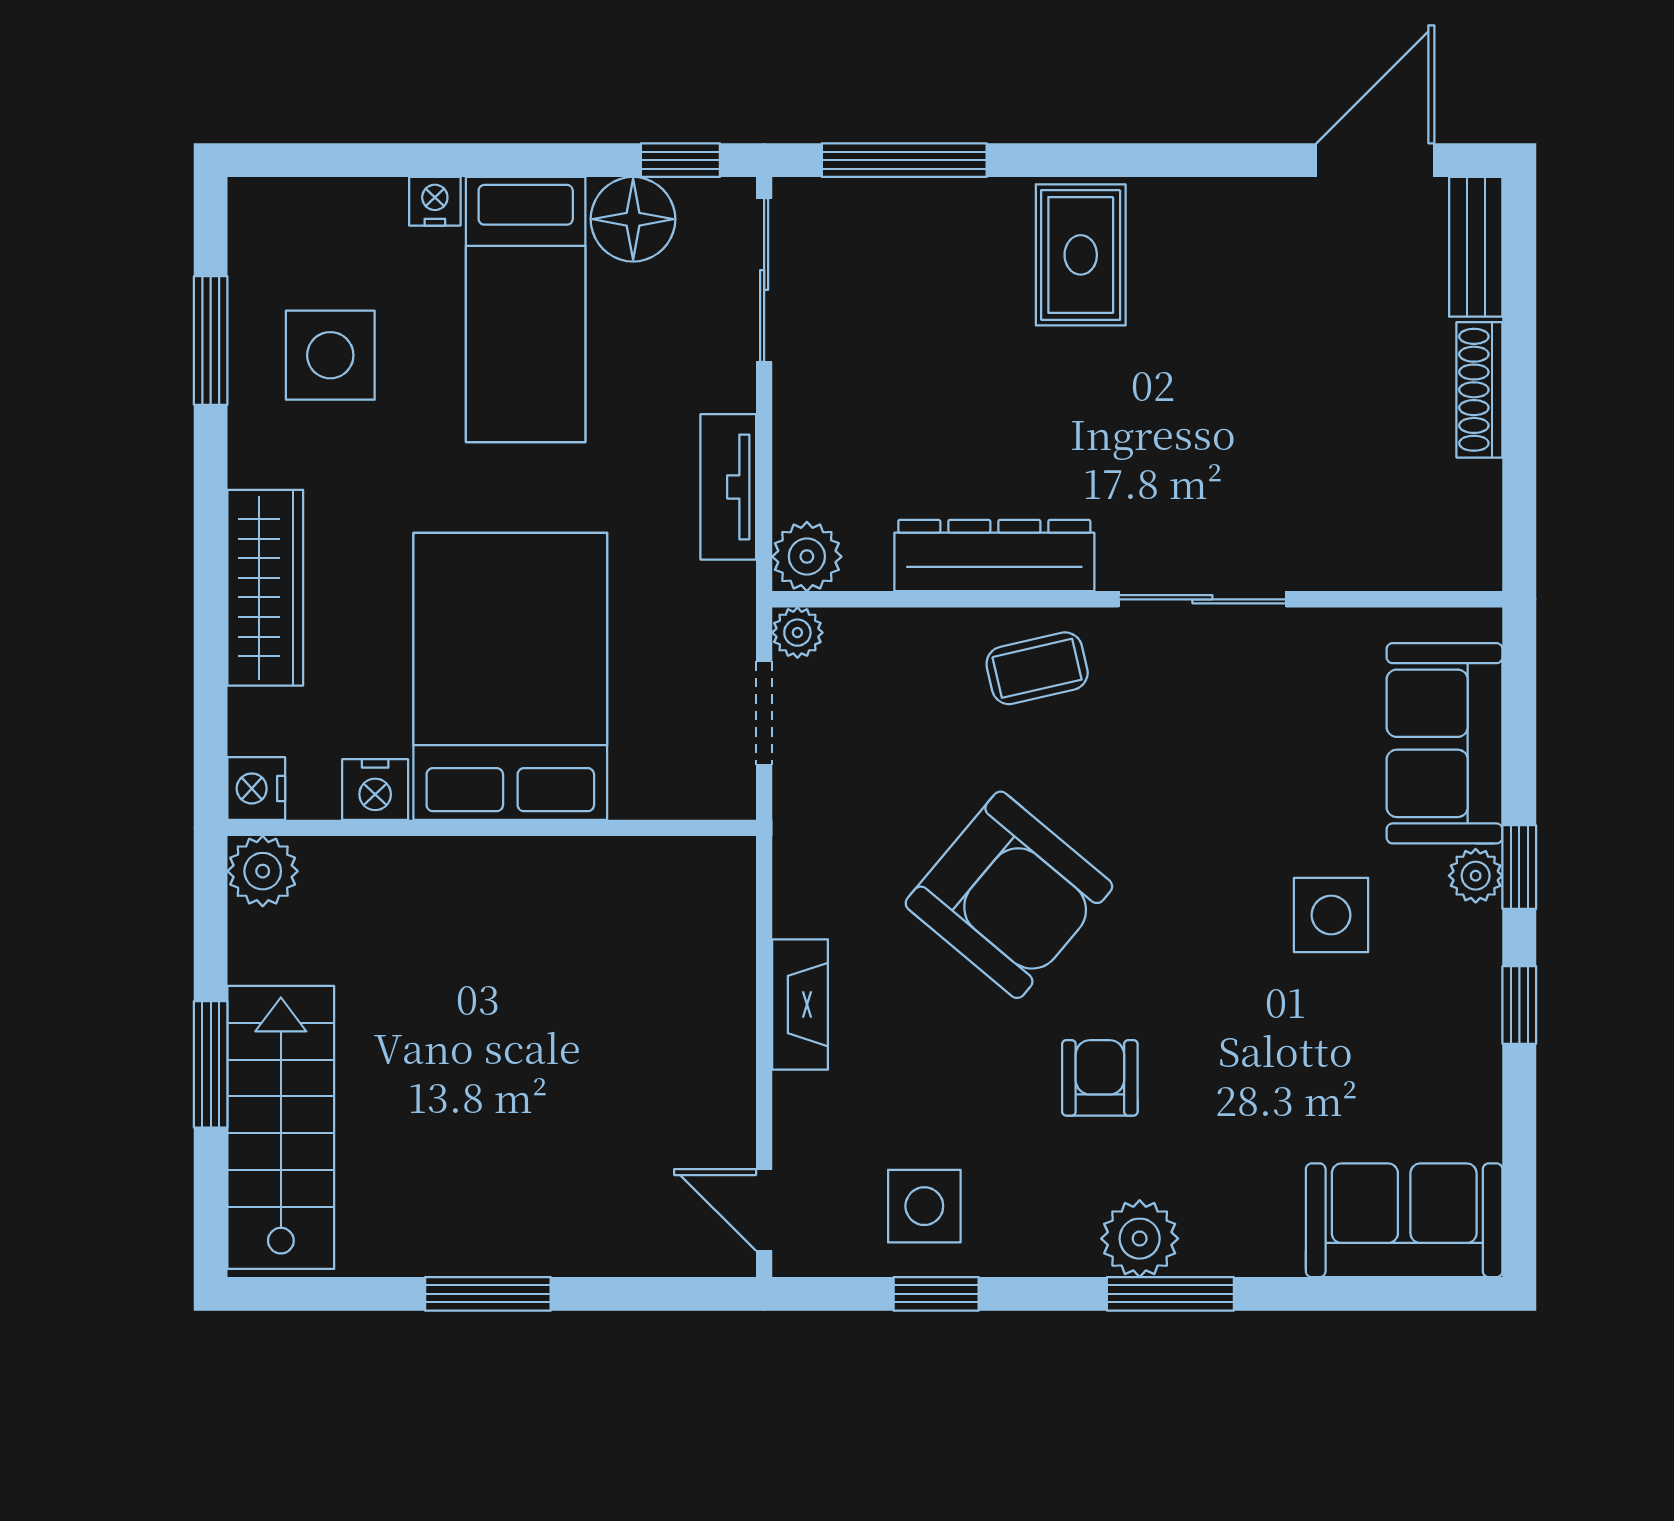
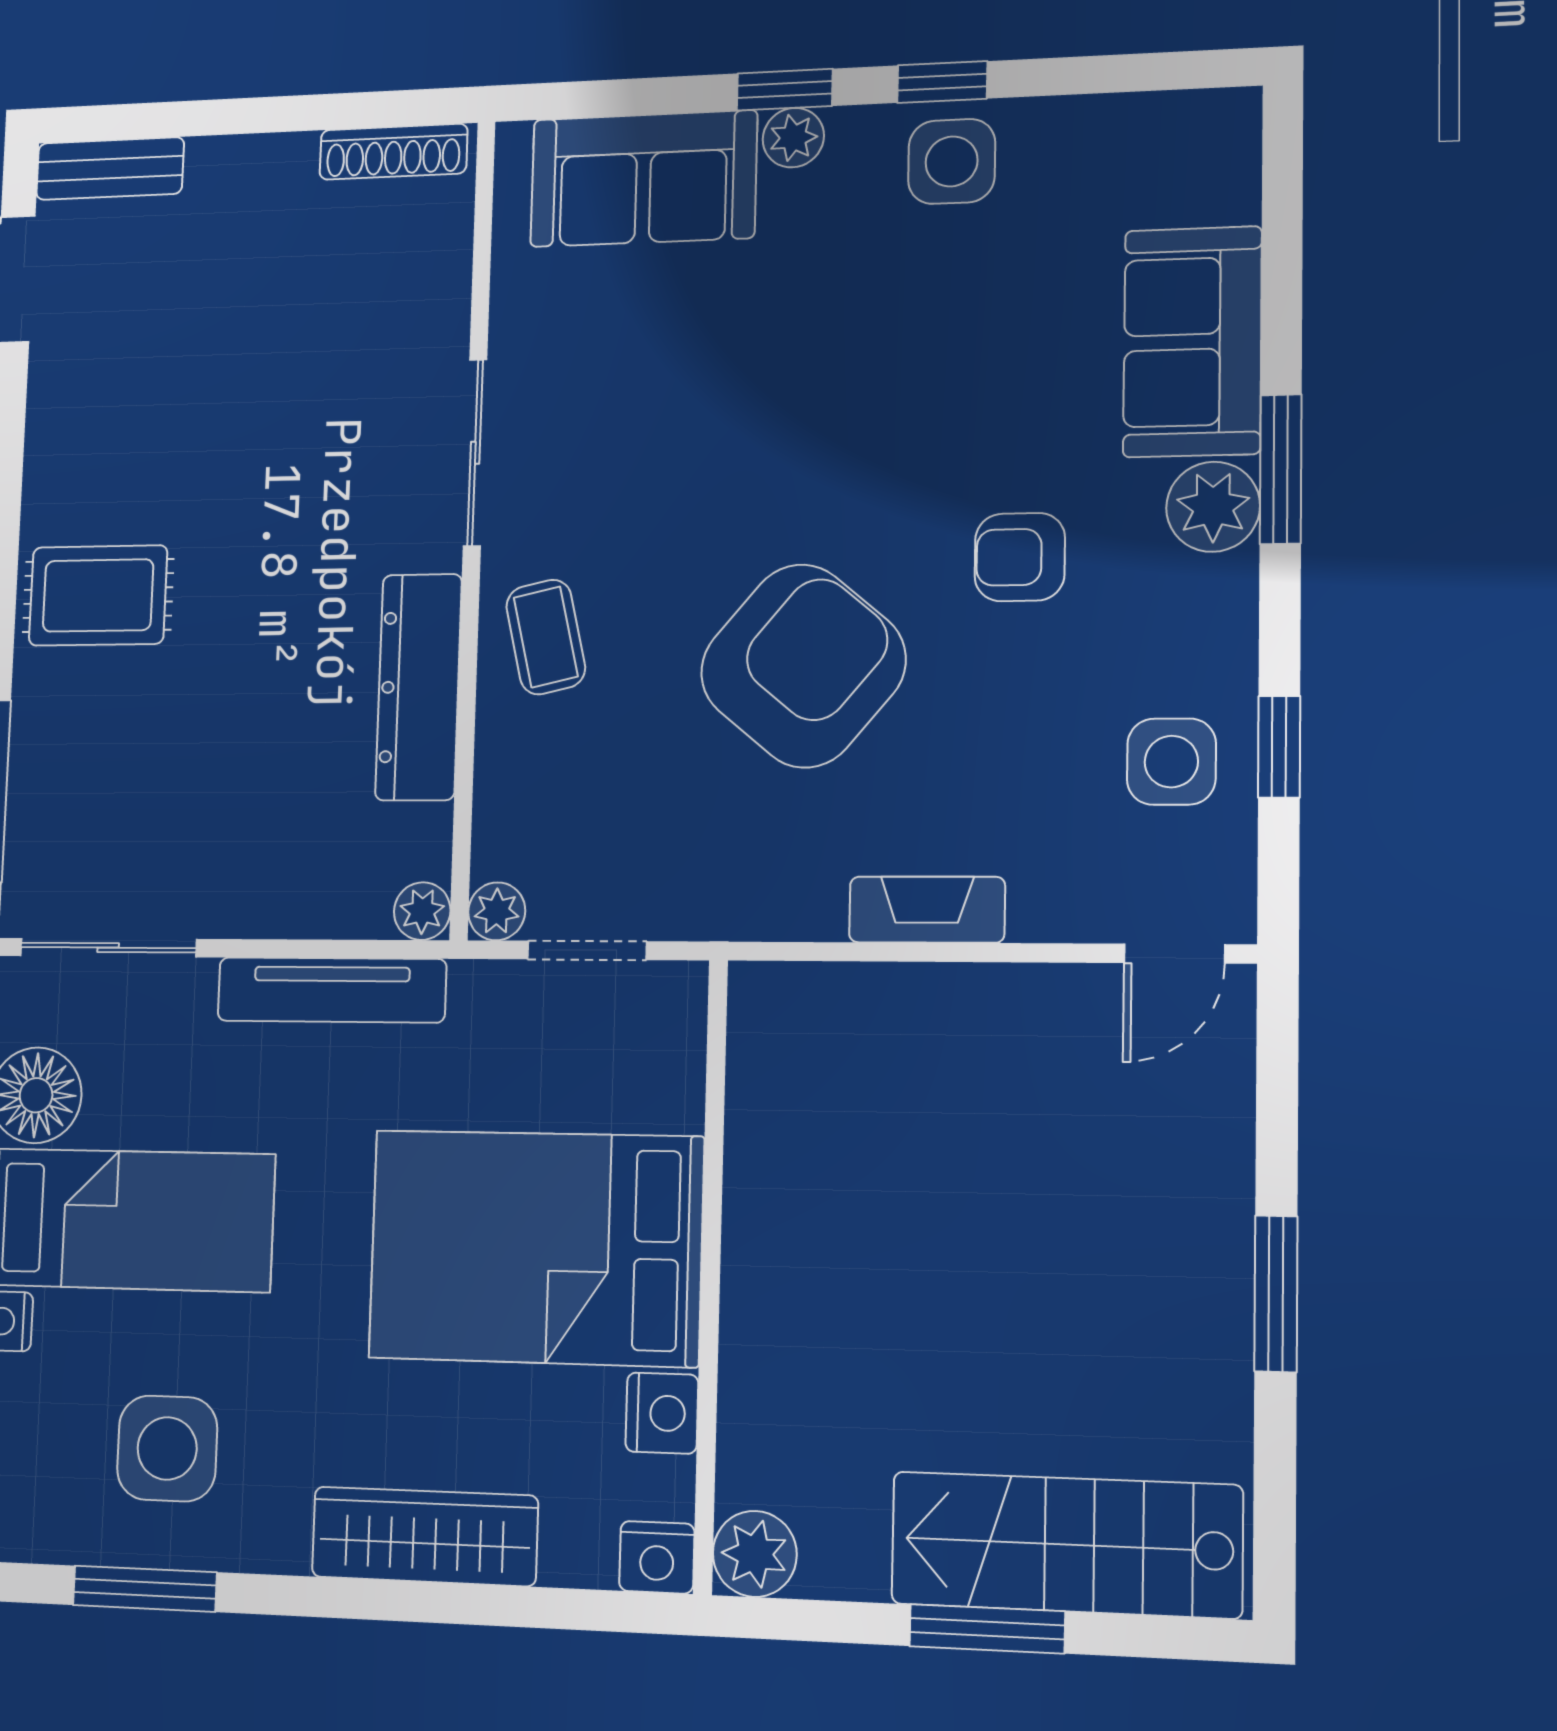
shoe rack: (1479, 390) -> (393, 152), moved
tv unit: (728, 487) -> (332, 990), width x1.41
plant: (807, 557) -> (422, 911), width x0.73, depth x0.73
side table: (1331, 915) -> (952, 161), moved
sofa: (1404, 1220) -> (1192, 342), moved

